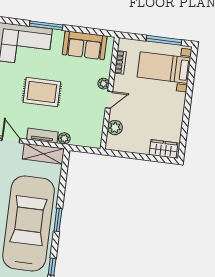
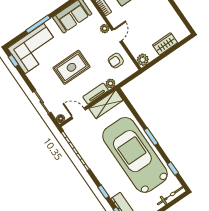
armchair: (88, 122) -> (116, 61), added
plant: (115, 128) -> (143, 60), moved
wardrobe: (163, 149) -> (165, 44), moved

